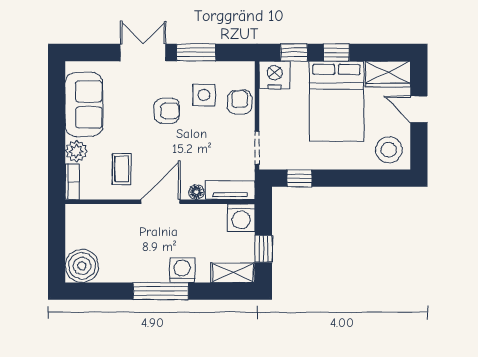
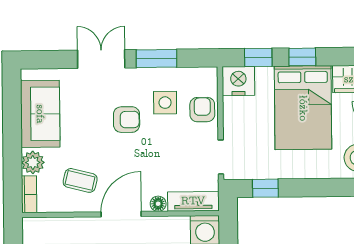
coffee table: (122, 169) -> (80, 180), turned -76

